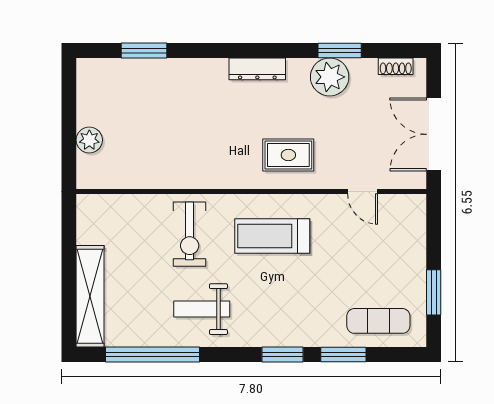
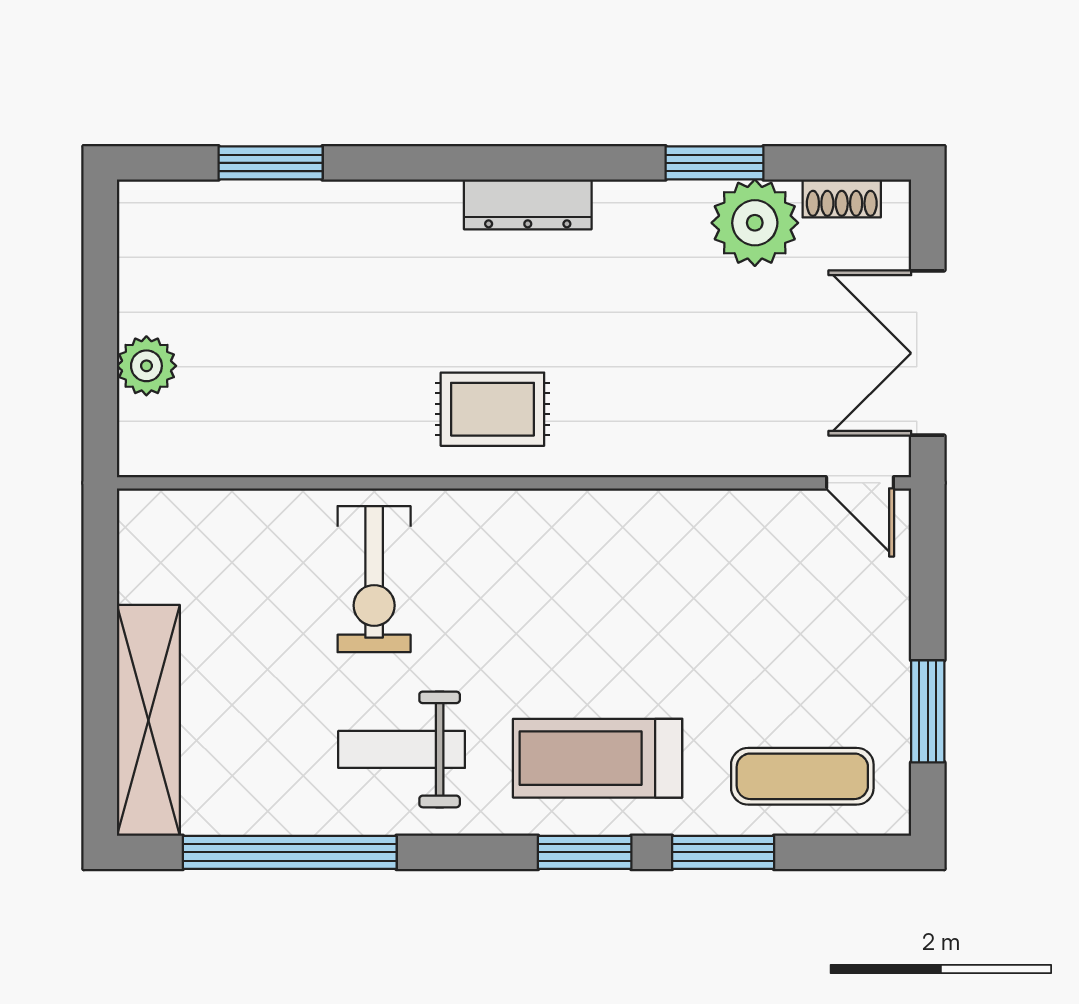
plant: (330, 77) -> (755, 223), moved
rug: (288, 155) -> (492, 409), moved
door: (363, 192) -> (860, 483), moved
treadmill: (272, 236) -> (598, 758), moved

